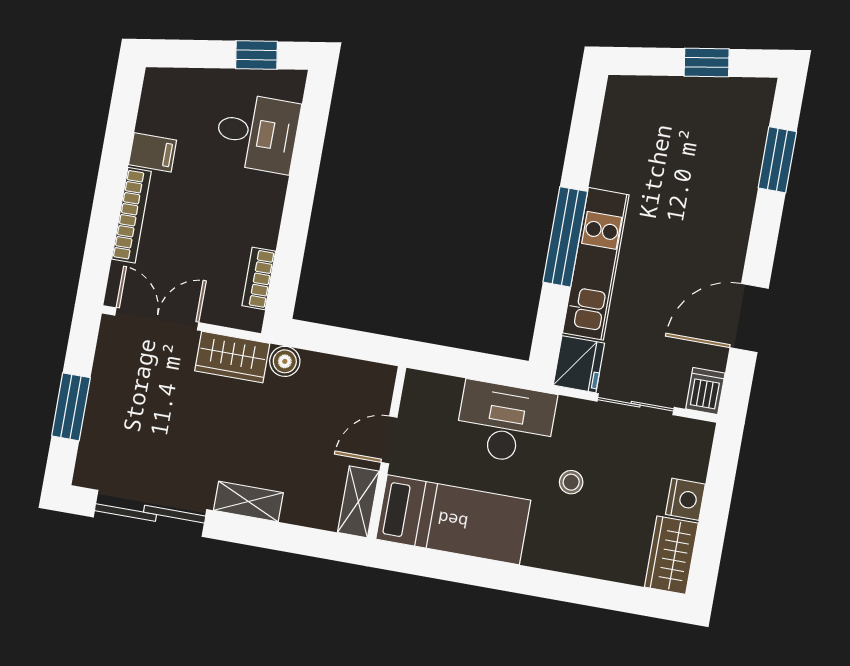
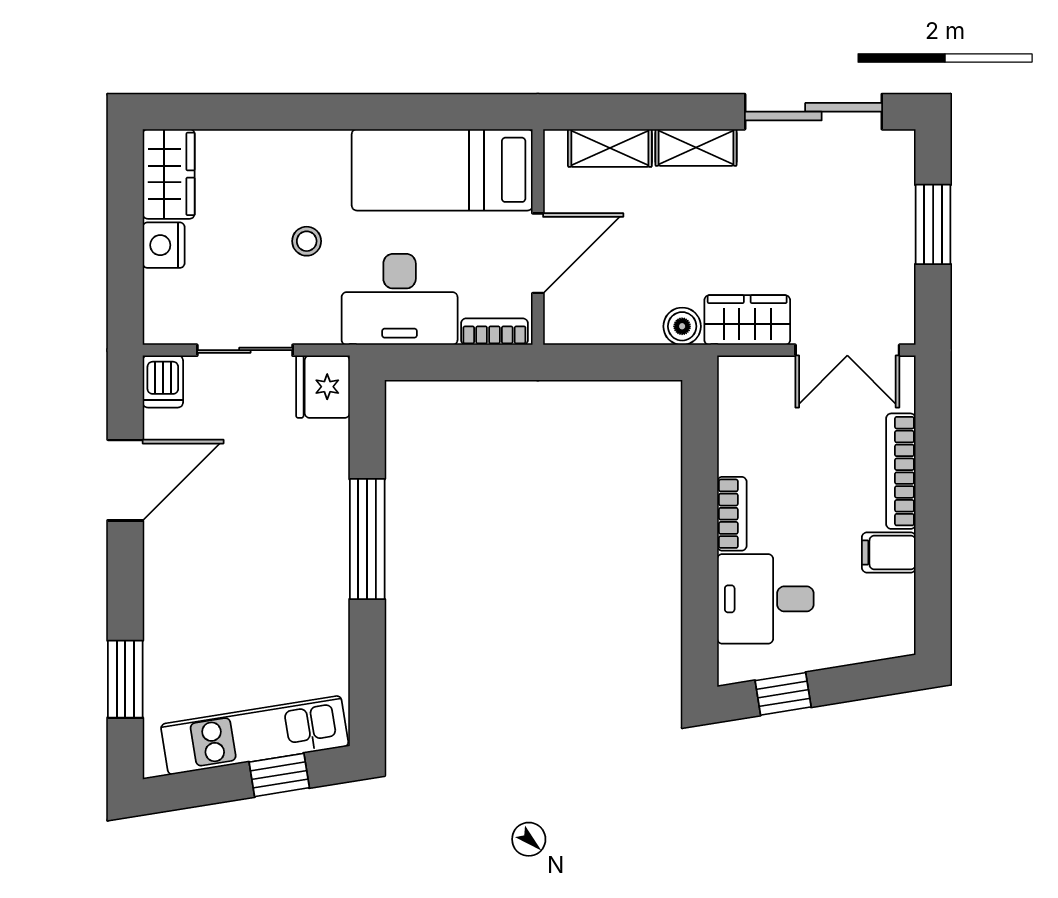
window: (707, 62) -> (279, 775), moved
kitchen unit: (596, 264) -> (255, 735), moved, turned 81
bookcase: (259, 278) -> (732, 514), moved
bookcase: (435, 384) -> (494, 332), added
door: (389, 440) -> (538, 253), width x1.37
shelving: (358, 502) -> (610, 148), moved, turned 90

